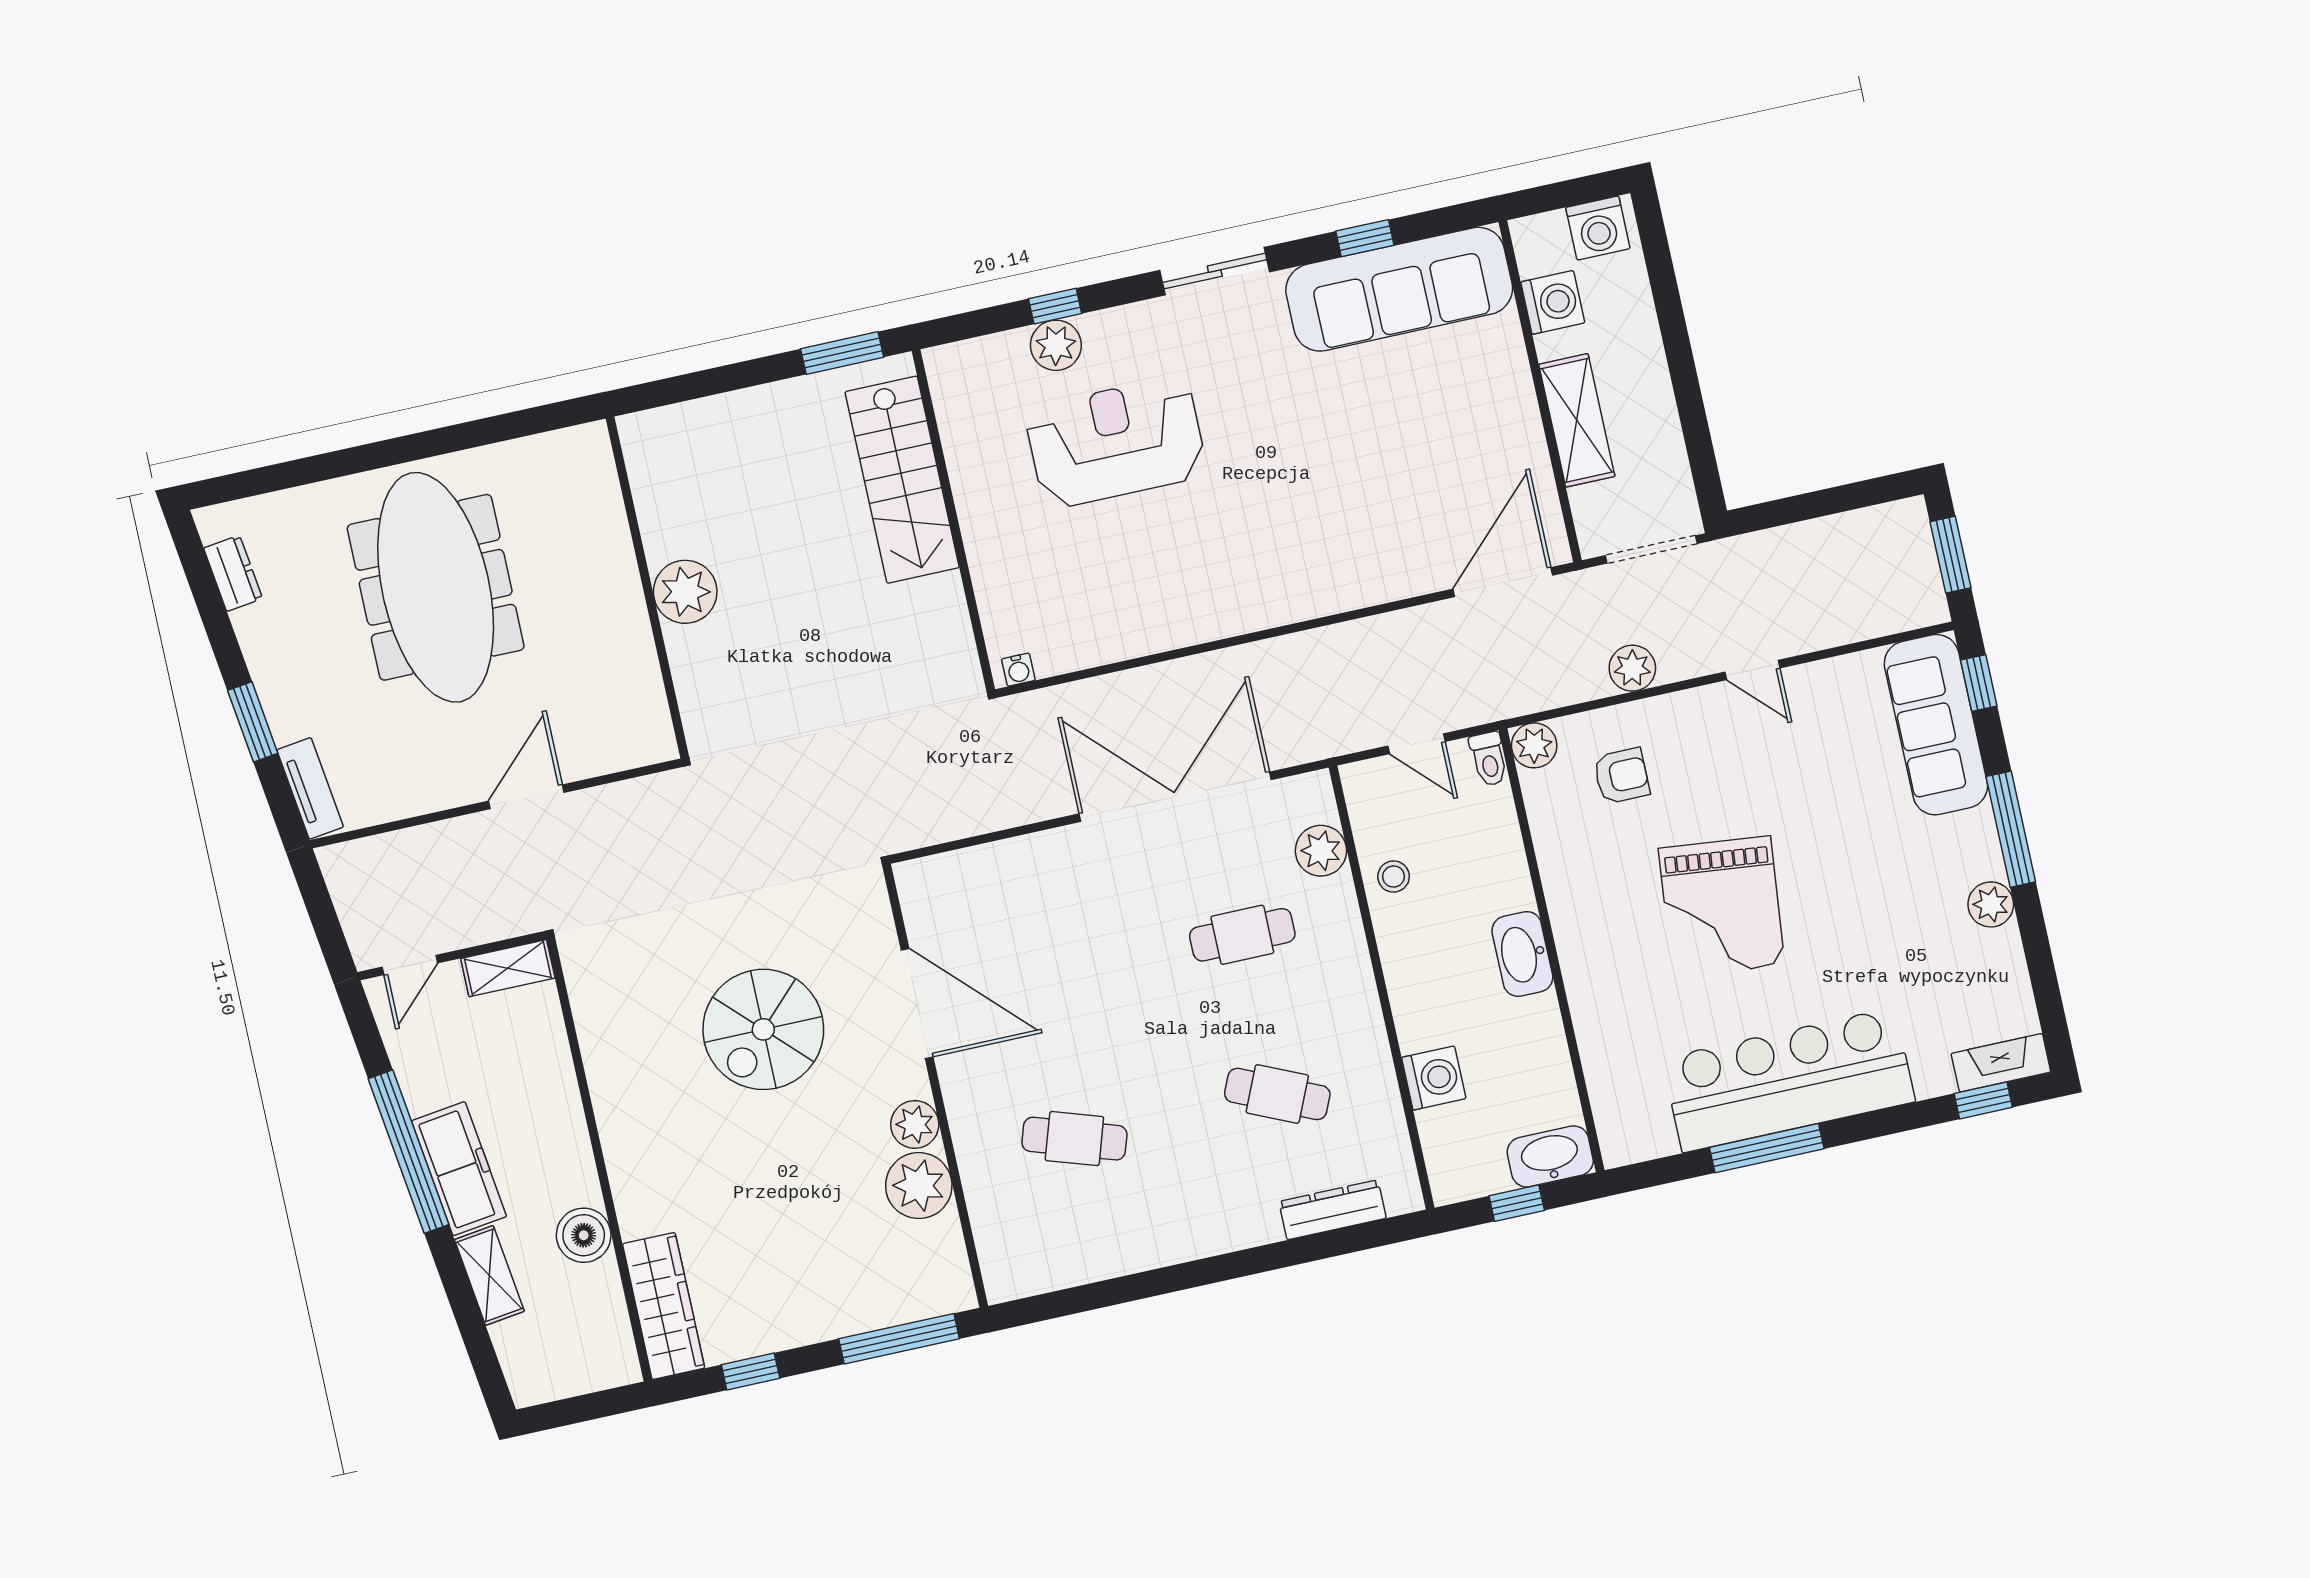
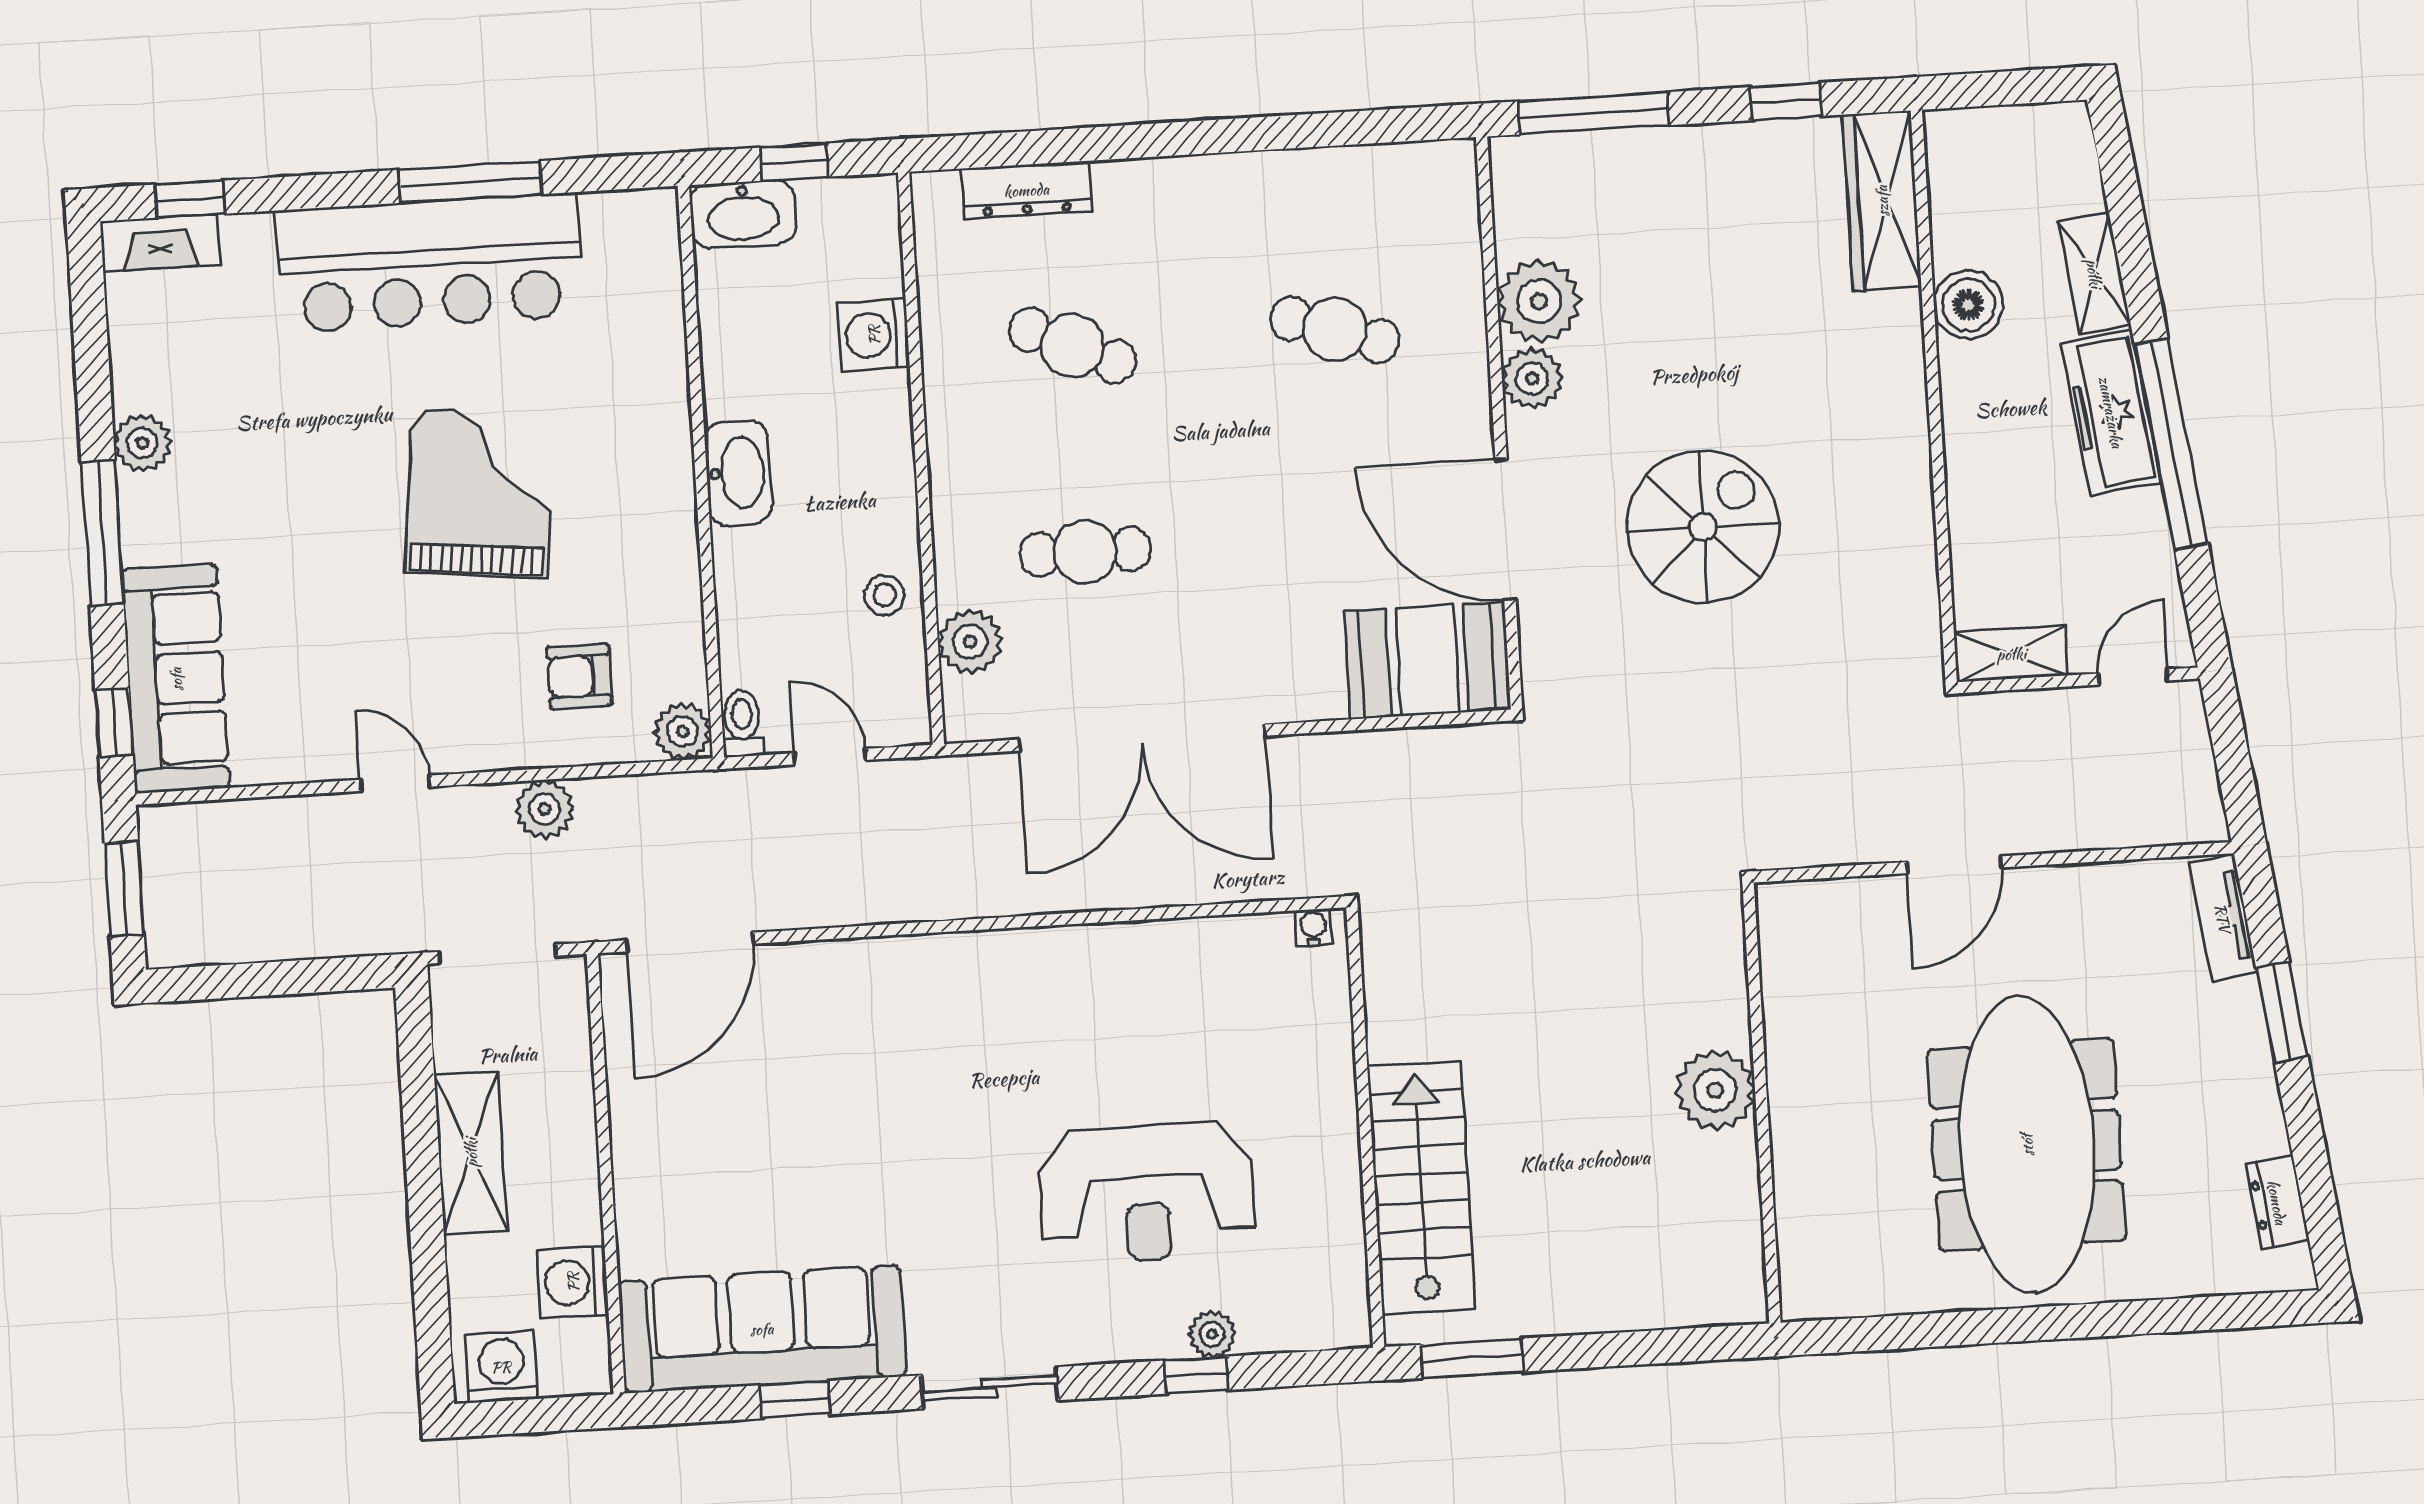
plant: (1056, 345) -> (1212, 1334), width x0.73, depth x0.73
shelving: (1577, 420) -> (471, 1153), moved
booth: (962, 892) -> (1427, 661), added

